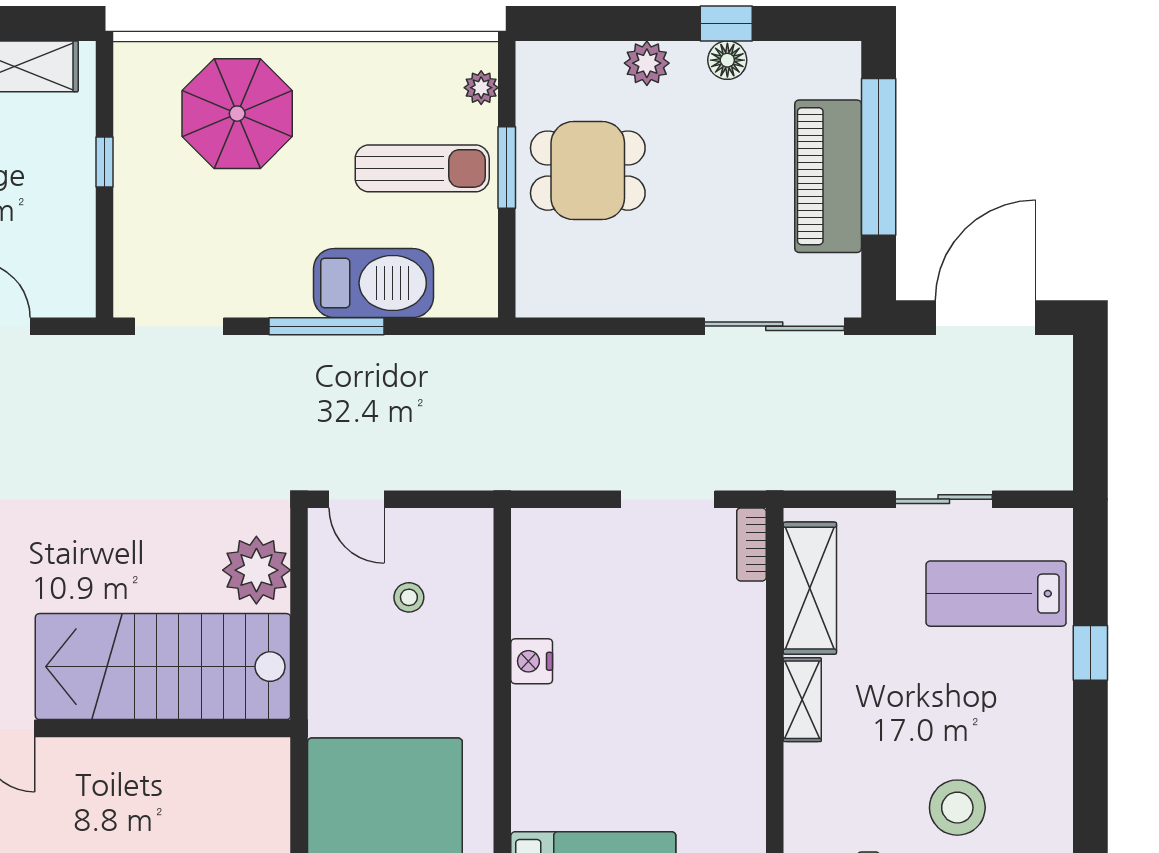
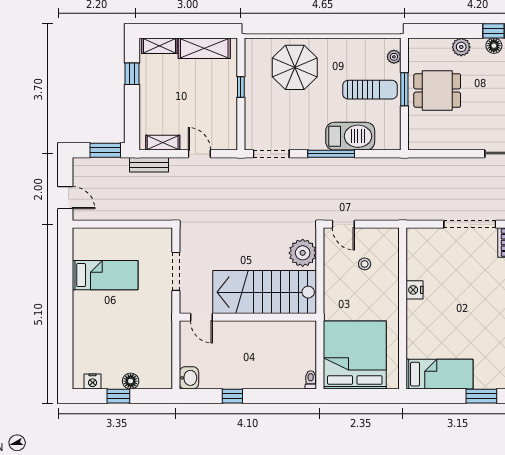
doorway: (668, 499) -> (470, 224), width x1.36

